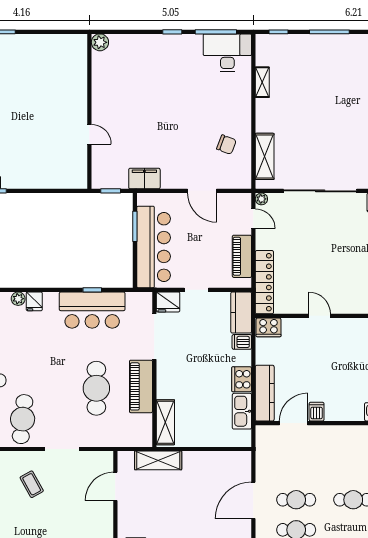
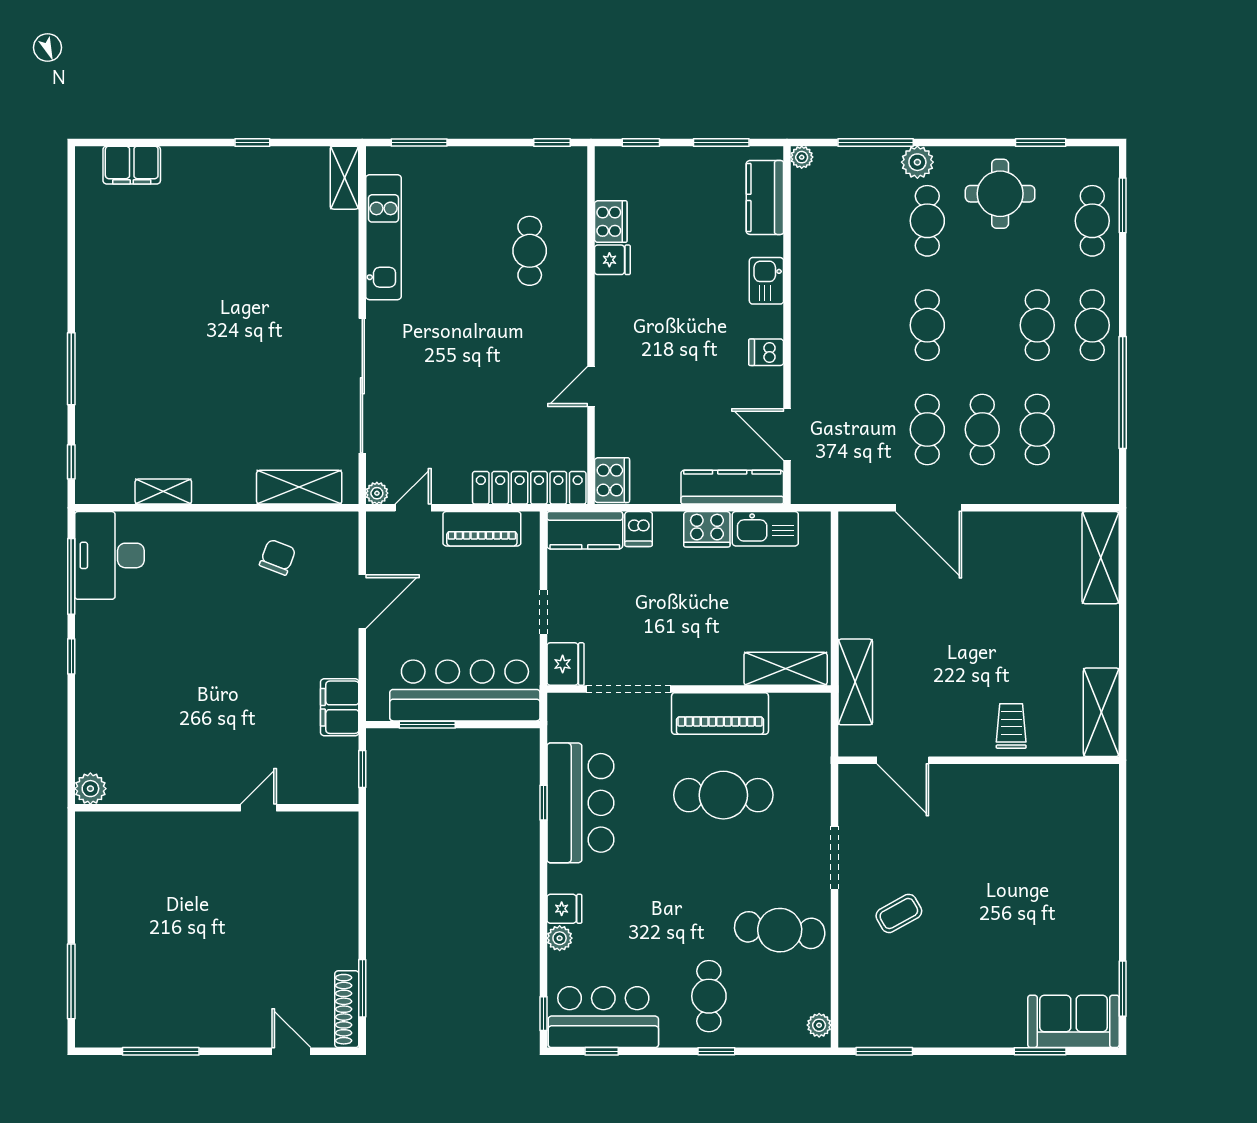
dishwasher: (317, 412) -> (766, 352), moved

